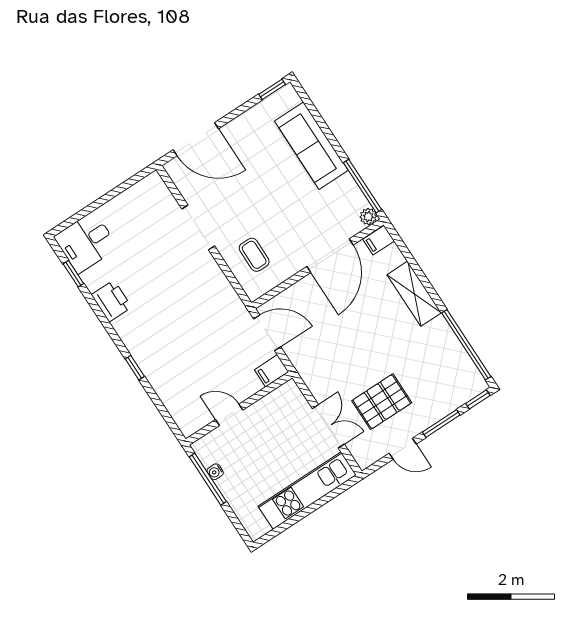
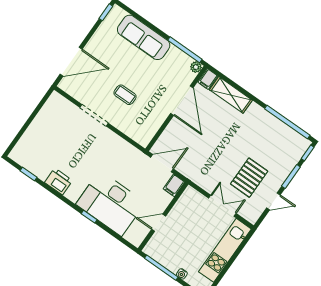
desk: (86, 242) -> (111, 203), moved, width x1.87, depth x1.30
coffee table: (254, 255) -> (125, 95), moved
shelving: (414, 294) -> (231, 95), moved
water cooler: (215, 472) -> (182, 274), moved

